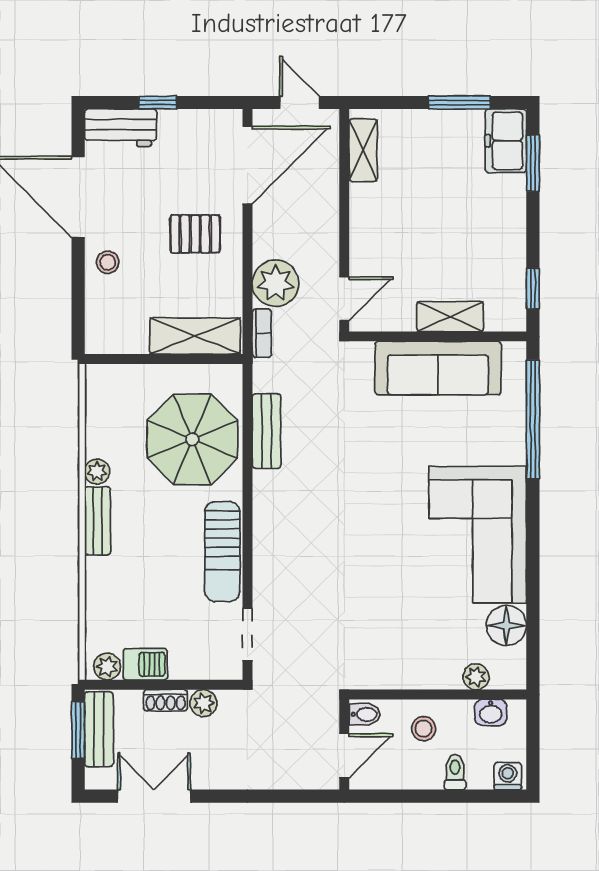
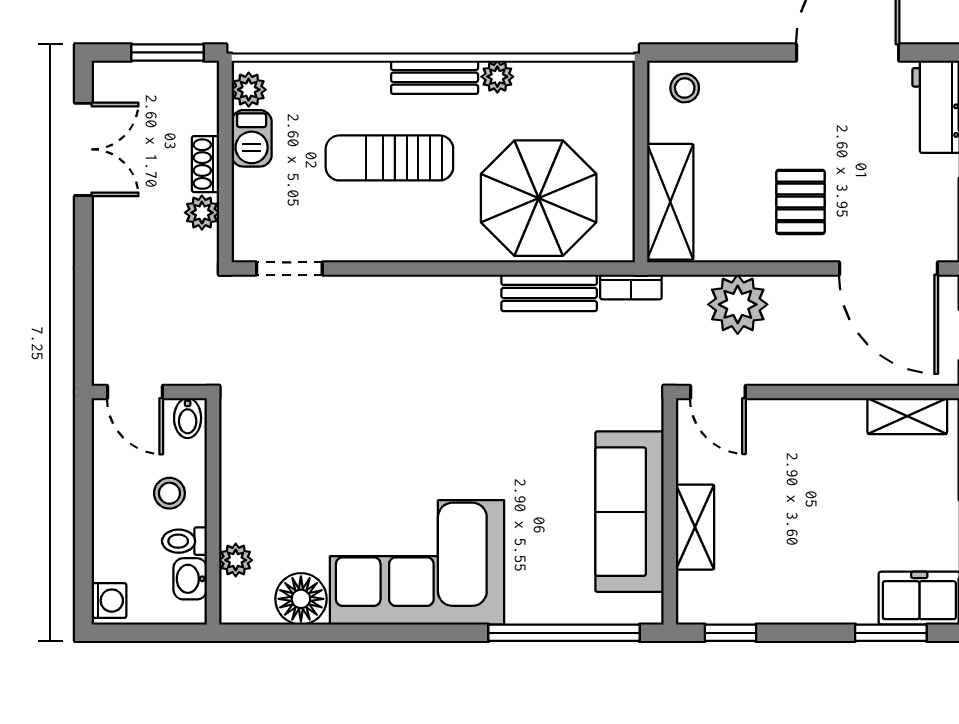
stool: (108, 262) -> (685, 88), moved
bookcase: (262, 333) -> (631, 287), moved
sun lounger: (222, 552) -> (389, 158), moved
bench: (99, 729) -> (169, 79), removed
toilet: (455, 772) -> (184, 541), moved, turned 180

